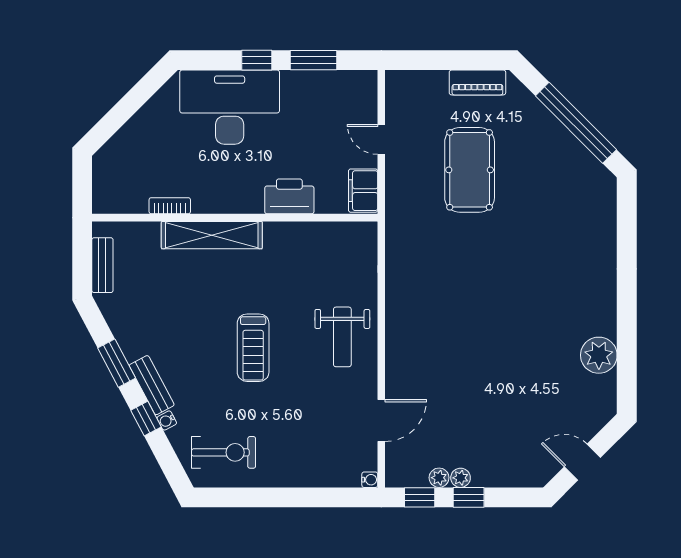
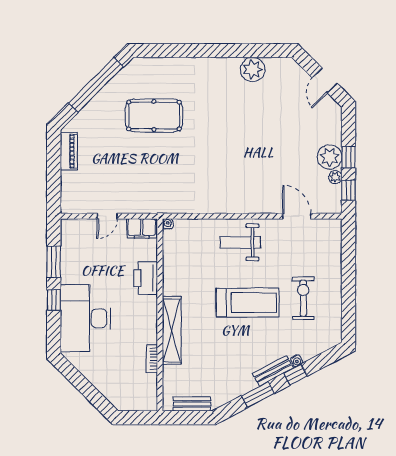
pool table: (470, 170) -> (154, 116), moved
weight bench: (342, 337) -> (240, 242), turned 180
treadmill: (253, 348) -> (248, 303), width x1.37, depth x1.38
exercise bike: (224, 452) -> (303, 298), moved
plant: (461, 478) -> (330, 157), width x1.88, depth x1.88
water cooler: (370, 480) -> (168, 224), moved

